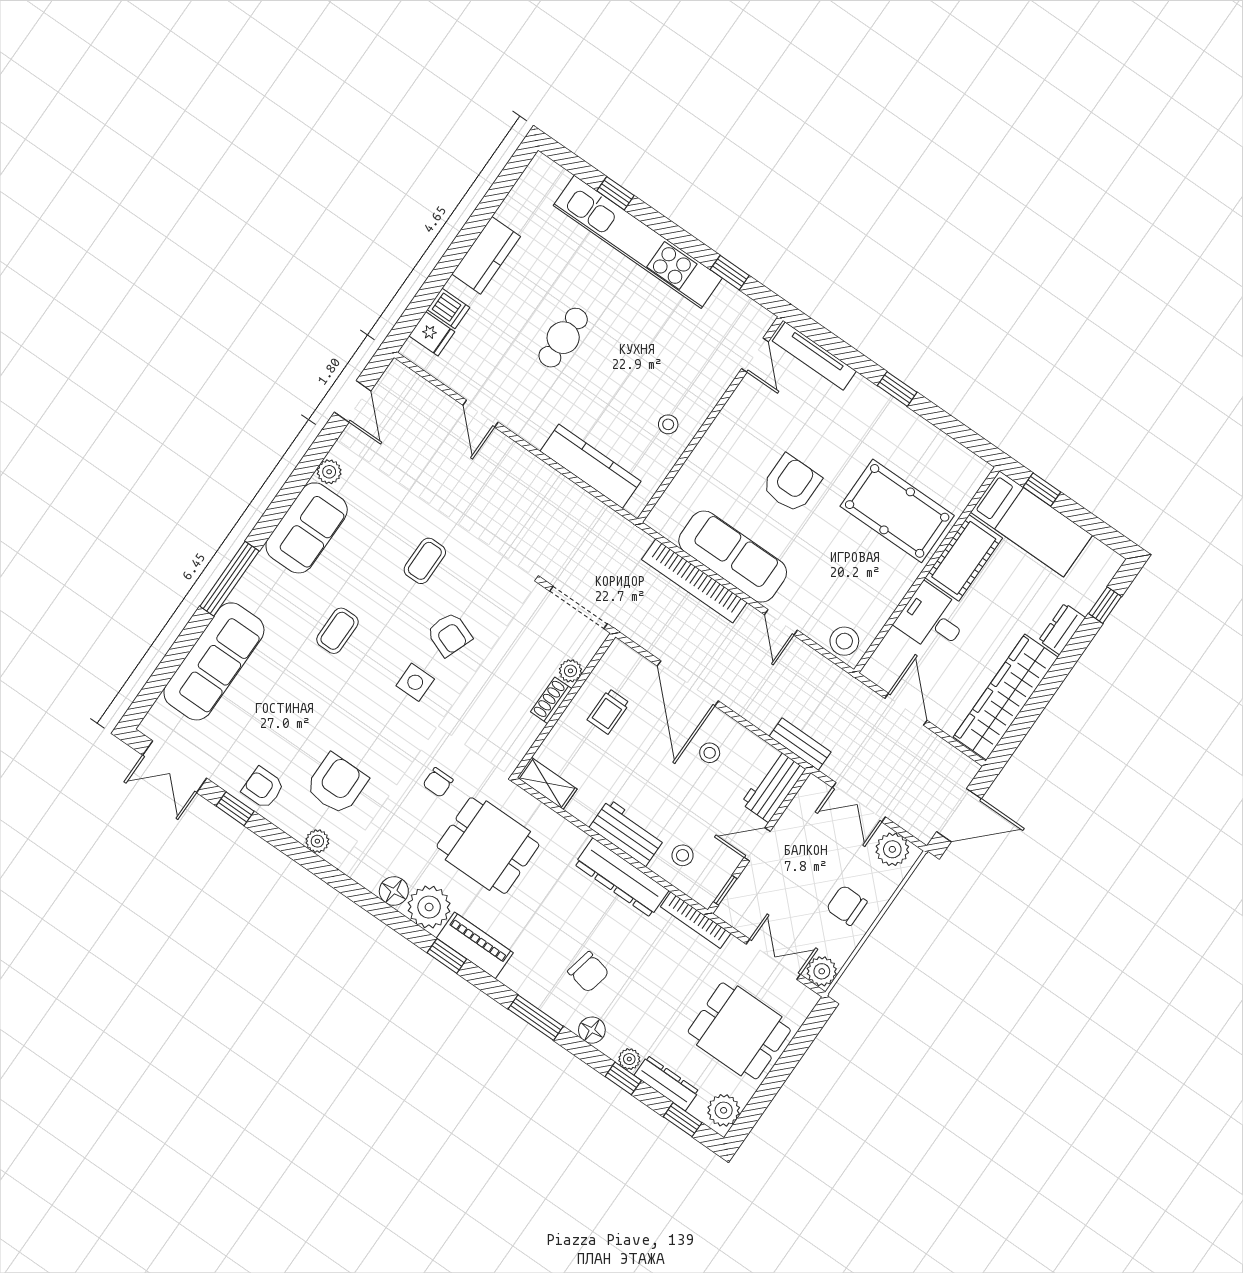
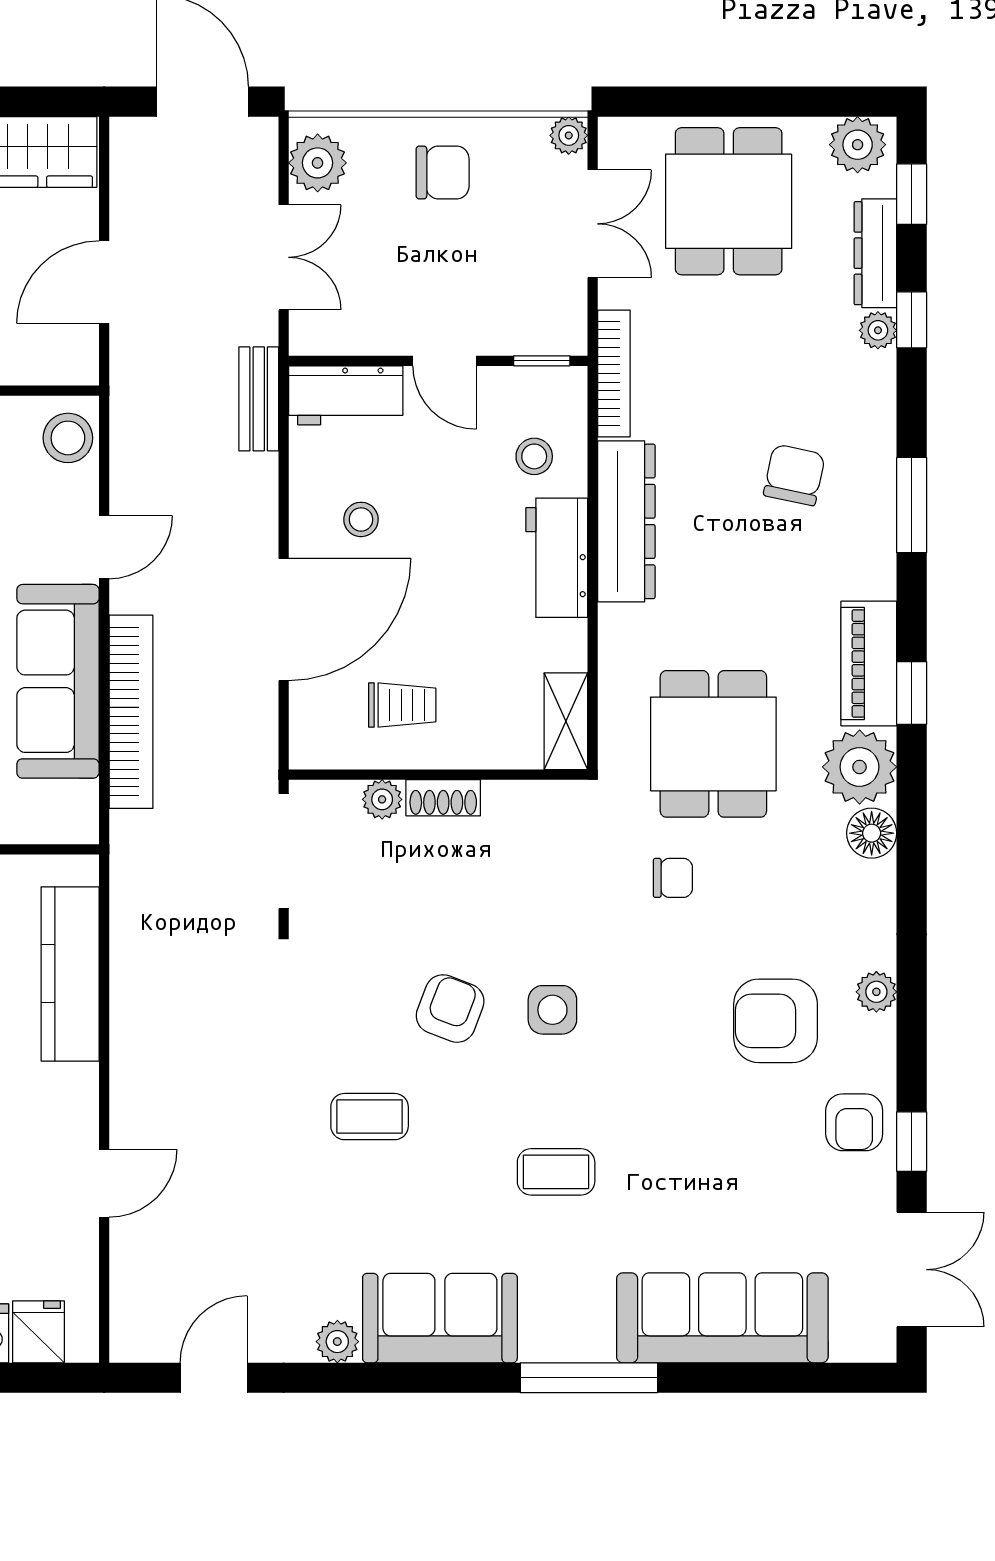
chair: (847, 905) -> (443, 173), turned -90
double door: (773, 959) -> (593, 224), swing flipped
plant: (822, 971) -> (569, 135), width x0.73, depth x0.73
floor lamp: (592, 1030) -> (874, 412), removed

